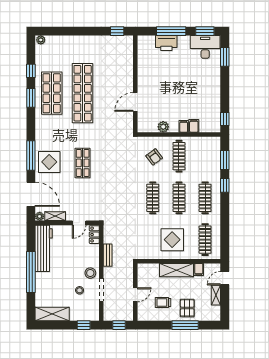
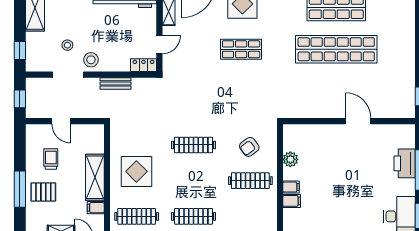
door: (135, 102) -> (358, 121), moved
clothes rail: (179, 198) -> (193, 181), removed
door: (79, 223) -> (159, 44), swing flipped

